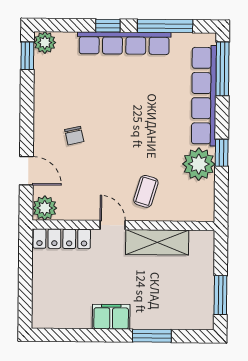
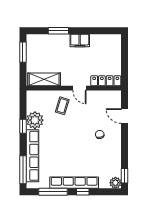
plant: (45, 208) -> (115, 97), removed
shelving: (157, 242) -> (44, 79), moved

